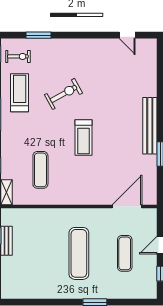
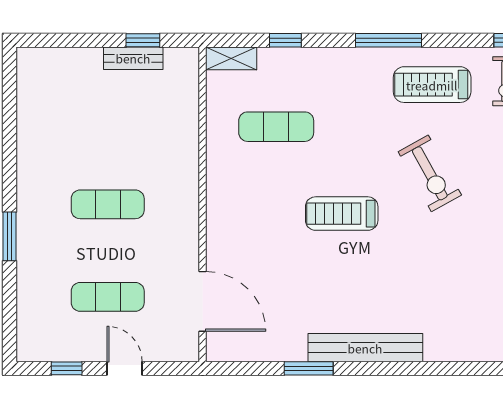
treadmill: (20, 93) -> (432, 85), turned 180
exercise mat: (79, 253) -> (108, 204), width x0.73, depth x0.69

